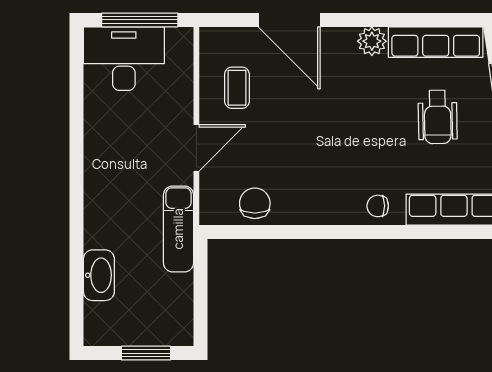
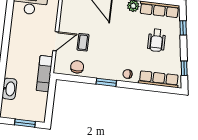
coffee table: (237, 88) -> (83, 42), moved
window: (329, 232) -> (106, 82), added

